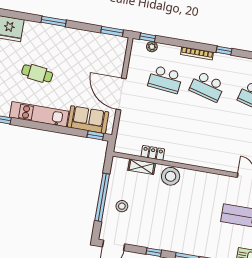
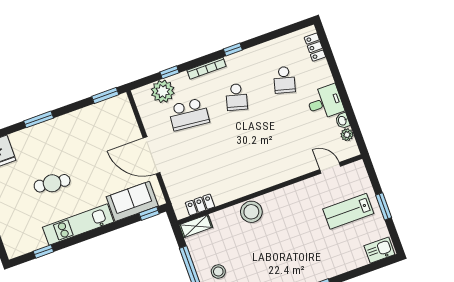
window: (148, 37) -> (169, 72), moved
plant: (152, 47) -> (163, 91), width x1.87, depth x1.87
school desk: (207, 87) -> (237, 97), width x0.54
locker: (153, 153) -> (200, 205), moved
shelving: (142, 167) -> (196, 226), moved

